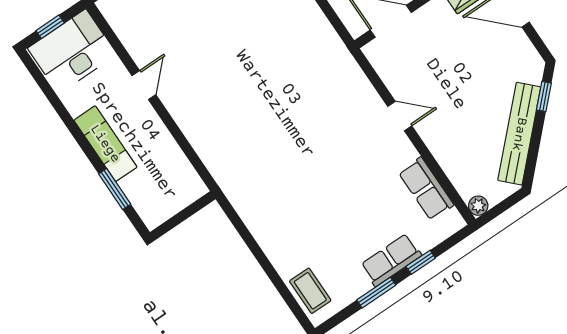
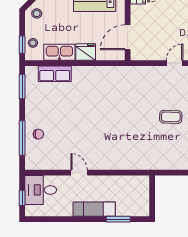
desk: (72, 51) -> (41, 190), width x0.73
coffee table: (317, 164) -> (171, 117), added

